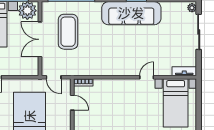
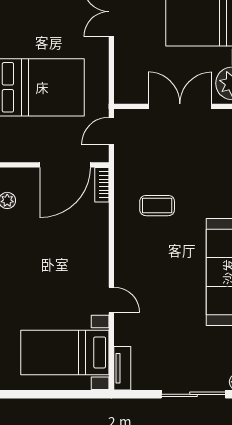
coffee table: (68, 32) -> (157, 206), moved, width x0.54, depth x0.58
door: (72, 103) -> (65, 165), width x1.88

